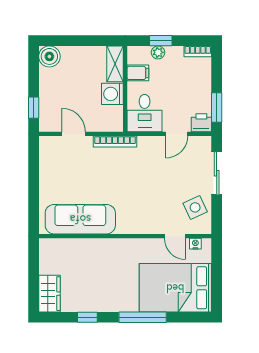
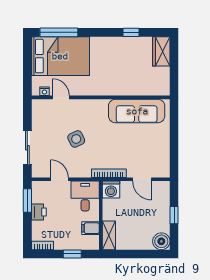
plant: (158, 52) -> (74, 245), removed
washing machine: (112, 94) -> (111, 190), moved, turned 90
window: (34, 108) -> (174, 215), moved
printer: (201, 123) -> (39, 212), moved, turned -90
door: (177, 134) -> (59, 179), hinge flipped
side table: (195, 207) -> (76, 139), moved
window: (143, 317) -> (59, 32), moved

